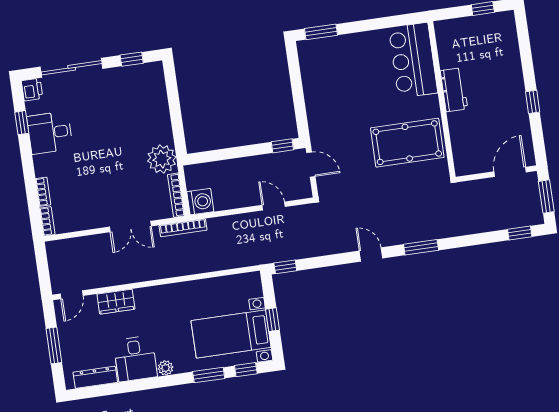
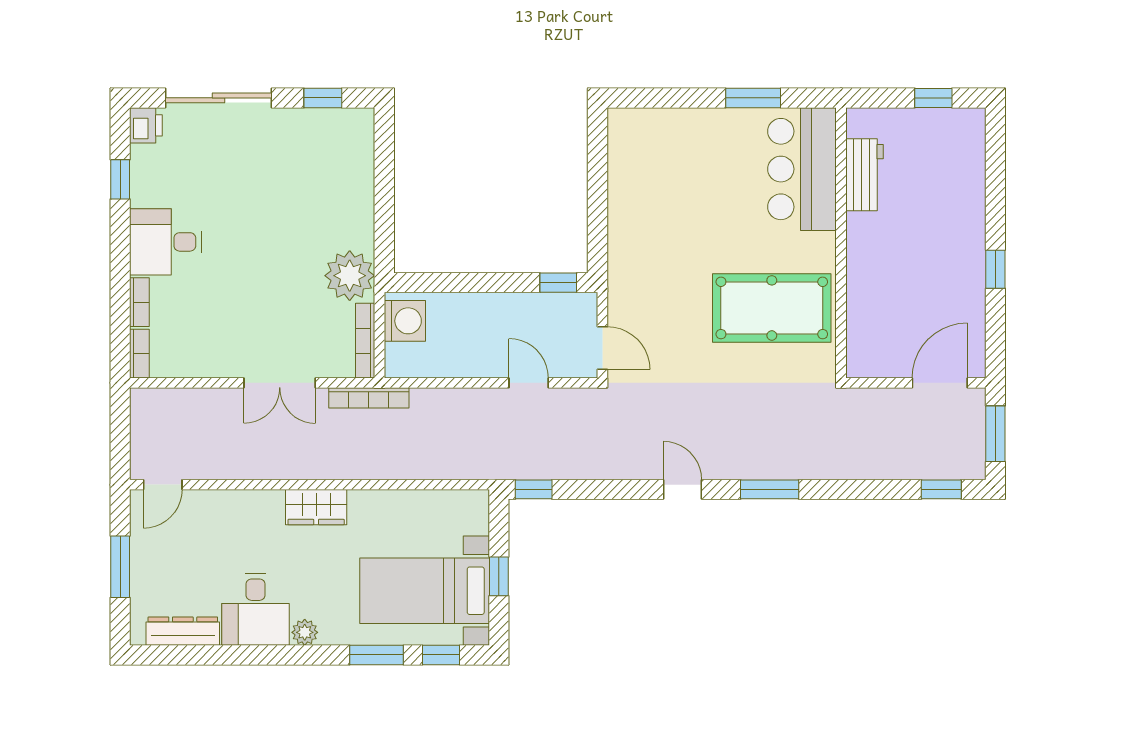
window: (321, 32) -> (753, 98), moved
workbench: (454, 90) -> (864, 175), moved
desk: (50, 133) -> (165, 242), moved
door: (311, 165) -> (602, 348), moved
washing machine: (200, 202) -> (405, 321), moved
wardrobe: (116, 302) -> (316, 507), moved

